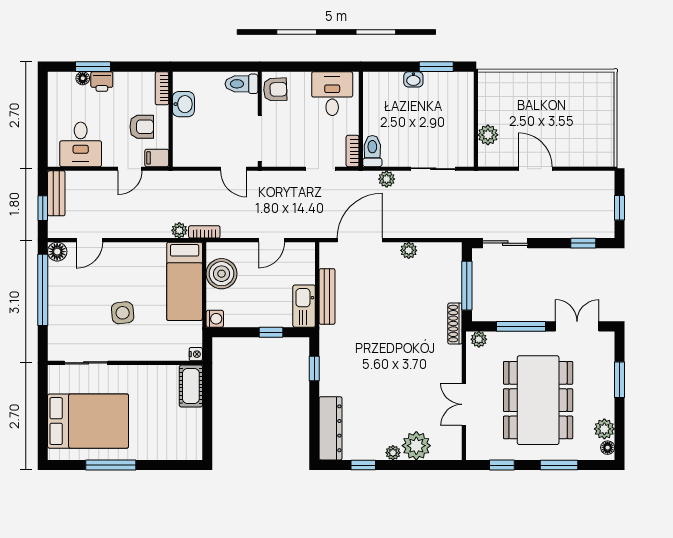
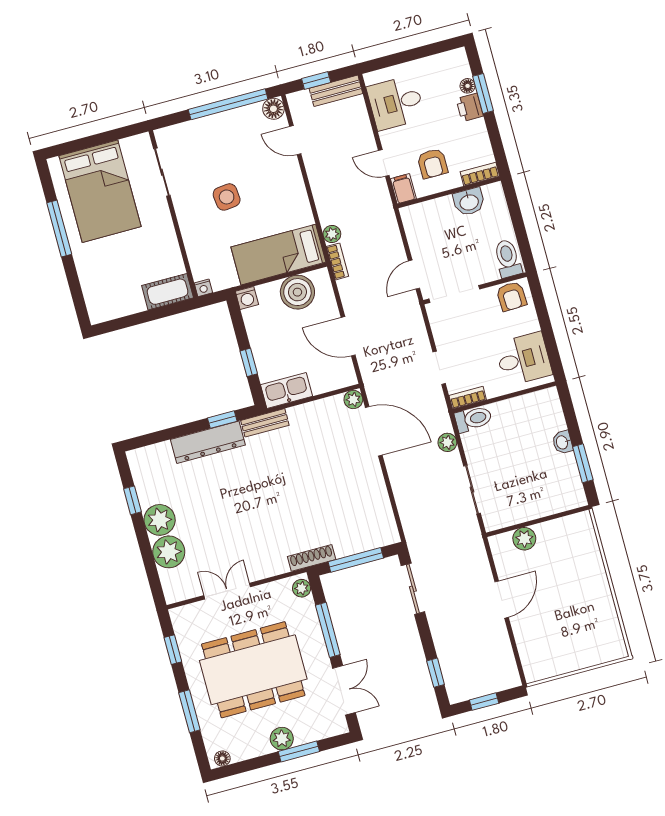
door: (272, 240) -> (348, 336), width x1.38
plant: (409, 250) -> (353, 400), moved
bench: (327, 296) -> (265, 423), moved, width x0.73
dresser: (331, 428) -> (208, 442), moved
plant: (604, 429) -> (282, 739), moved
plant: (393, 453) -> (160, 520), width x1.88, depth x1.88

